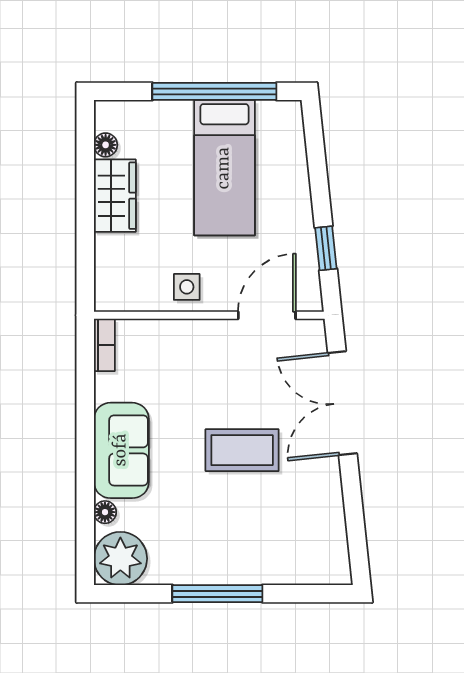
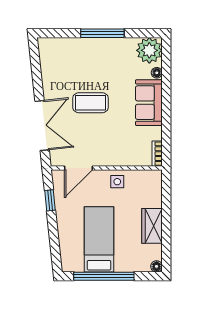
floor lamp: (106, 145) -> (157, 266), moved

